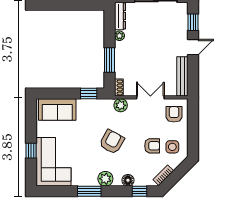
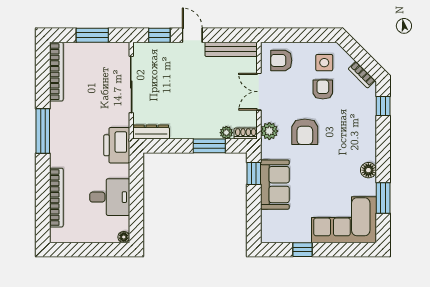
plant: (119, 36) -> (226, 133), moved
sofa: (57, 110) -> (275, 185), moved
armchair: (112, 142) -> (305, 132), moved, turned -119
window: (31, 151) -> (303, 250), moved
plant: (105, 179) -> (366, 151), removed
floor lamp: (128, 180) -> (368, 170), moved
window: (89, 191) -> (383, 198), moved

